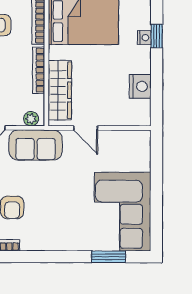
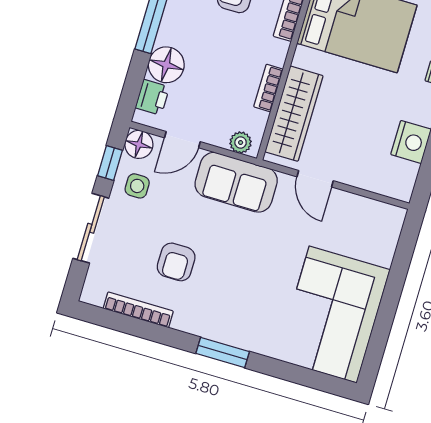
bookcase: (39, 70) -> (268, 88), width x0.64
window: (109, 257) -> (223, 352), moved

